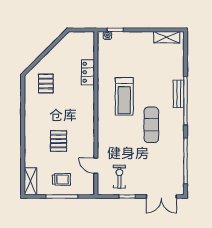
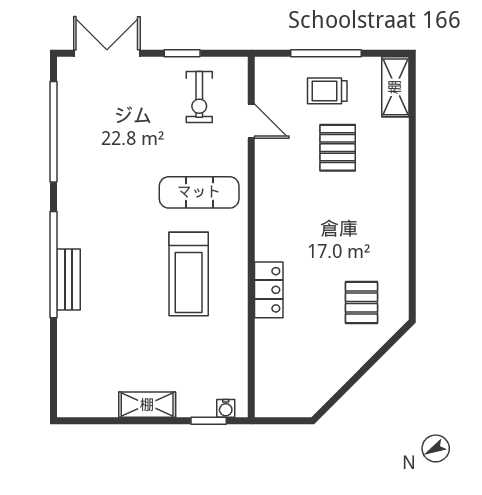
shelving: (167, 37) -> (147, 405), moved
locker: (88, 72) -> (269, 290), moved
treadmill: (124, 96) -> (189, 274), turned 180
exercise mat: (151, 125) -> (199, 192), moved, turned 90
pallet: (59, 141) -> (338, 148), moved

